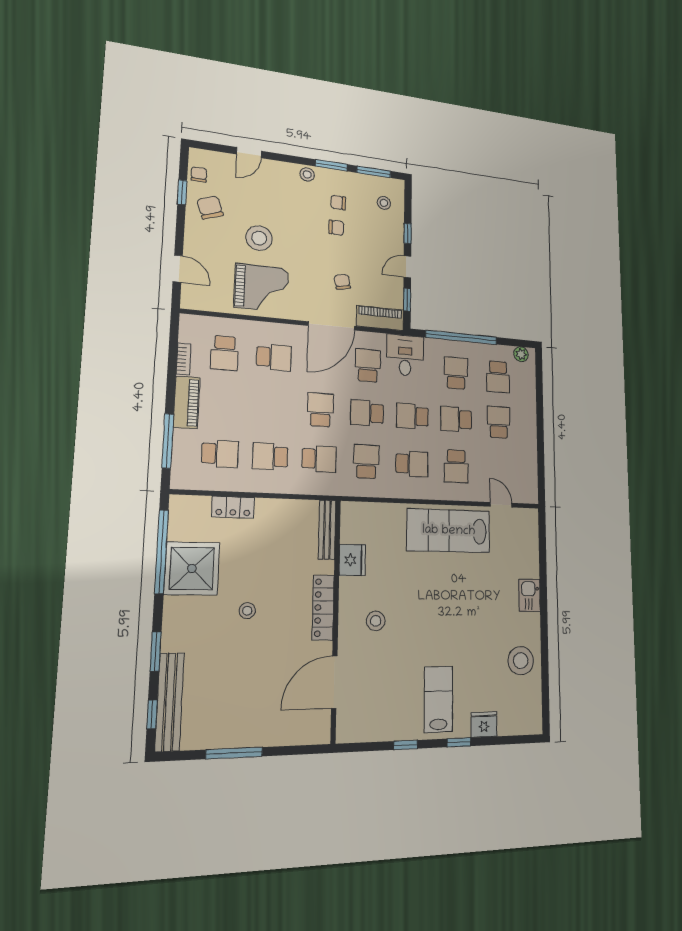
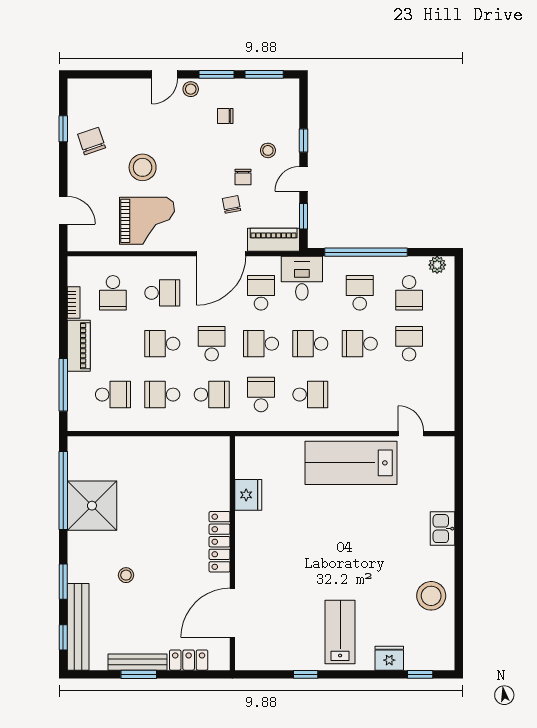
door: (249, 153) -> (165, 74), moved
chair: (199, 174) -> (79, 107), removed
stool: (384, 203) -> (268, 150), moved
chair: (336, 228) -> (243, 177), moved, turned 90
school desk: (456, 466) -> (162, 344), moved, turned 90
locker: (233, 507) -> (189, 660), moved, turned 180
bench: (327, 530) -> (137, 662), moved, turned 90
stool: (247, 611) -> (126, 575), moved
stool: (376, 621) -> (273, 555), removed
window: (459, 742) -> (420, 674), moved
window: (234, 753) -> (139, 674), width x0.69

